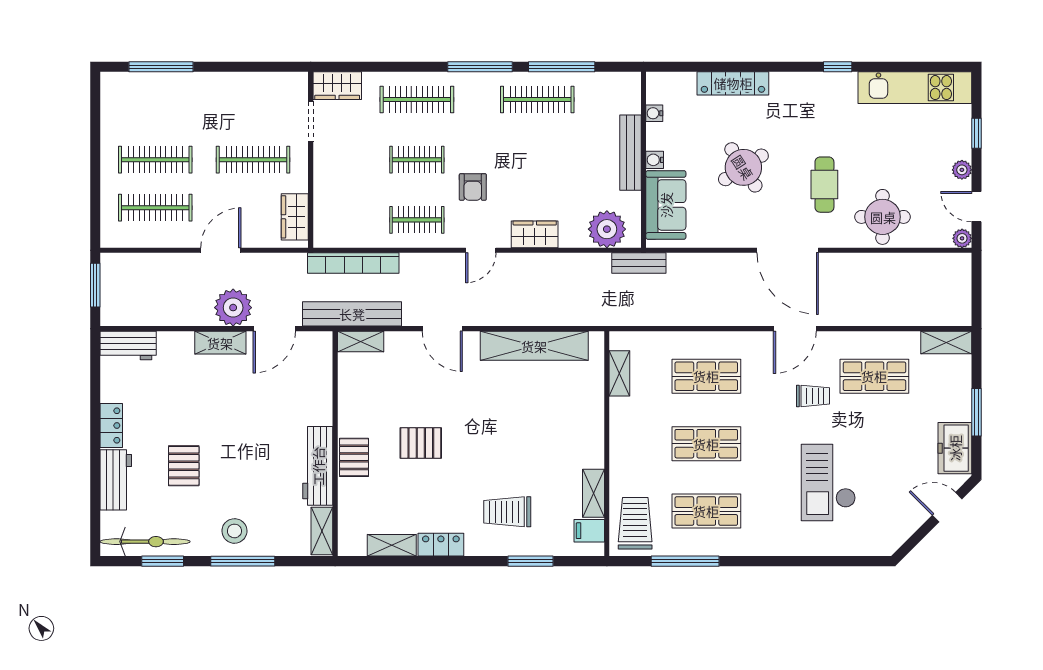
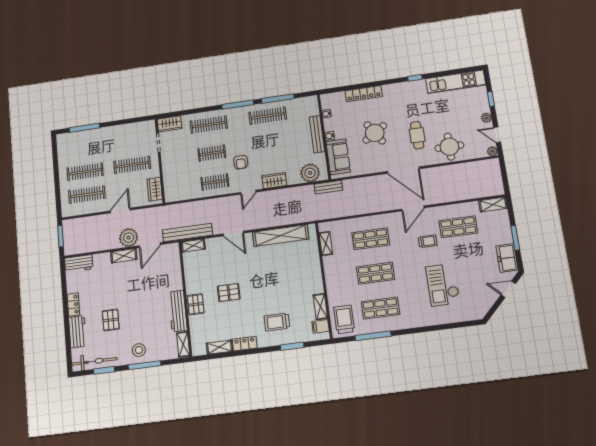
bookcase: (353, 263) -> (186, 207), removed

